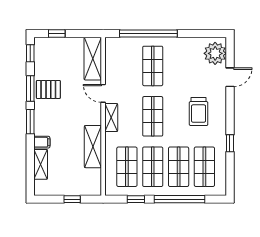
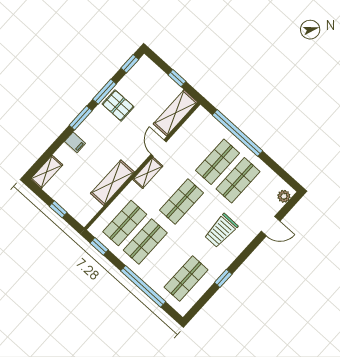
window: (57, 34) -> (177, 78), moved
plant: (215, 53) -> (284, 196), width x0.53, depth x0.53
shelving: (41, 164) -> (47, 172), moved
shop shelf: (179, 167) -> (238, 180), moved
window: (136, 199) -> (99, 246), moved

